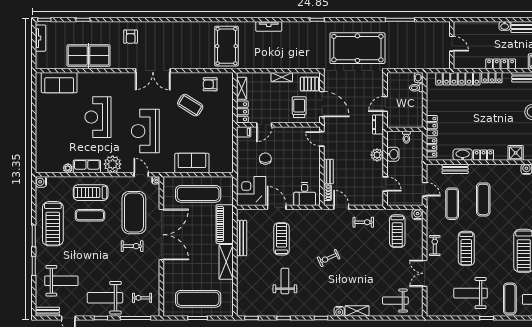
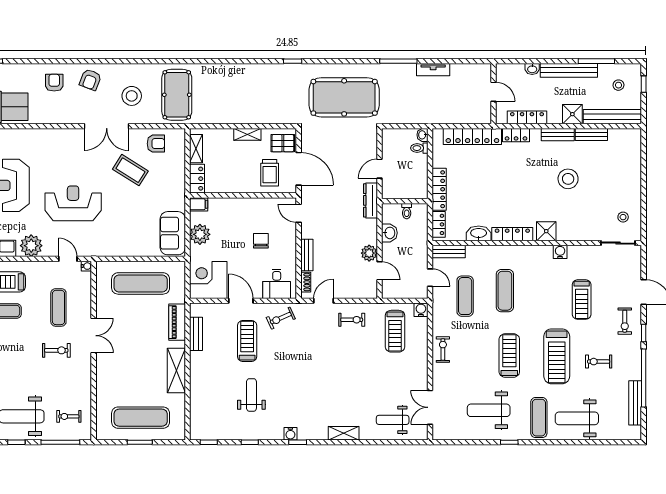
tv unit: (269, 26) -> (433, 70), moved
armchair: (159, 34) -> (90, 80), added
armchair: (131, 37) -> (54, 83), turned 180
door: (452, 44) -> (493, 92), moved
wall: (452, 45) -> (493, 94), moved
stool: (191, 47) -> (132, 96), added
double door: (153, 71) -> (107, 126), moved
armchair: (210, 84) -> (156, 144), turned 180
trolley: (299, 107) -> (270, 173), turned 180
door: (264, 125) -> (225, 195), removed
dresser: (378, 125) -> (370, 200), width x1.44
locker: (432, 126) -> (439, 189), width x1.53
reception desk: (145, 131) -> (73, 203), turned 90
plant: (245, 155) -> (200, 234), added
plant: (377, 155) -> (369, 253), moved
locker: (484, 155) -> (512, 234), width x1.53
chair: (265, 159) -> (261, 241), moved
sofa: (192, 163) -> (173, 233), moved, turned -90
bench: (455, 169) -> (449, 251), moved
door: (341, 207) -> (324, 301), hinge flipped
exercise mat: (134, 213) -> (58, 307), width x0.50, depth x0.69
piano: (225, 224) -> (177, 322), width x0.73, depth x0.75
double door: (161, 235) -> (94, 336), width x0.54
bench: (242, 238) -> (196, 334), width x0.73
treadmill: (466, 248) -> (509, 356), moved, turned 180
exercise bike: (329, 258) -> (281, 318), moved
double door: (425, 273) -> (430, 407), moved
water cooler: (339, 311) -> (290, 434), moved

